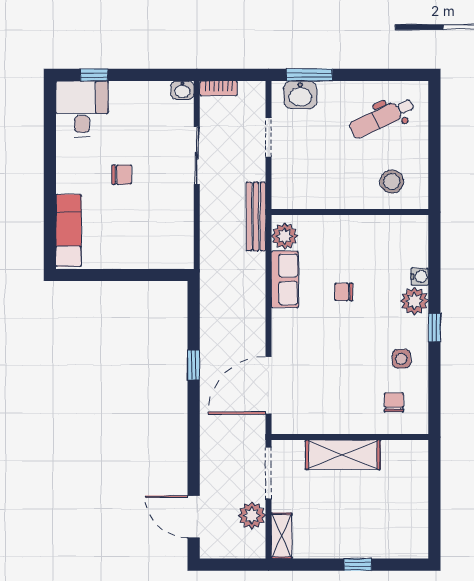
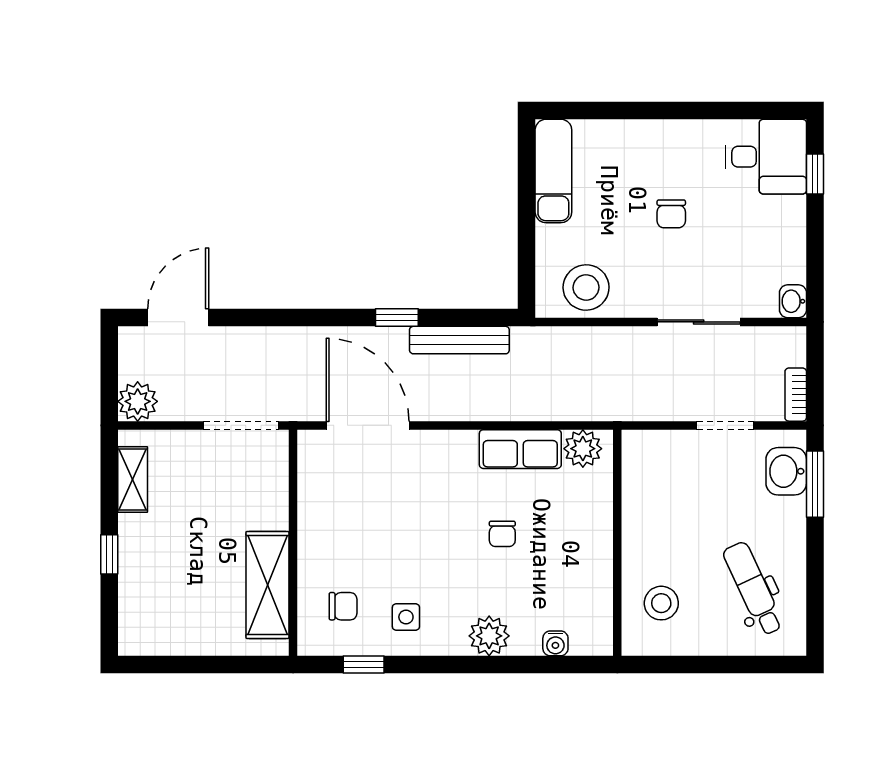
bookcase: (219, 88) -> (796, 395), moved
bench: (256, 216) -> (459, 340), moved
exam couch: (69, 230) -> (553, 171), moved, turned -90
stool: (173, 234) -> (586, 287), added
water cooler: (420, 277) -> (555, 643), moved
chair: (344, 292) -> (502, 534), turned 180
window: (434, 328) -> (364, 665), moved
shelving: (343, 455) -> (267, 585), moved
plant: (252, 515) -> (138, 401), moved
shelving: (282, 536) -> (133, 480), moved, turned 90

